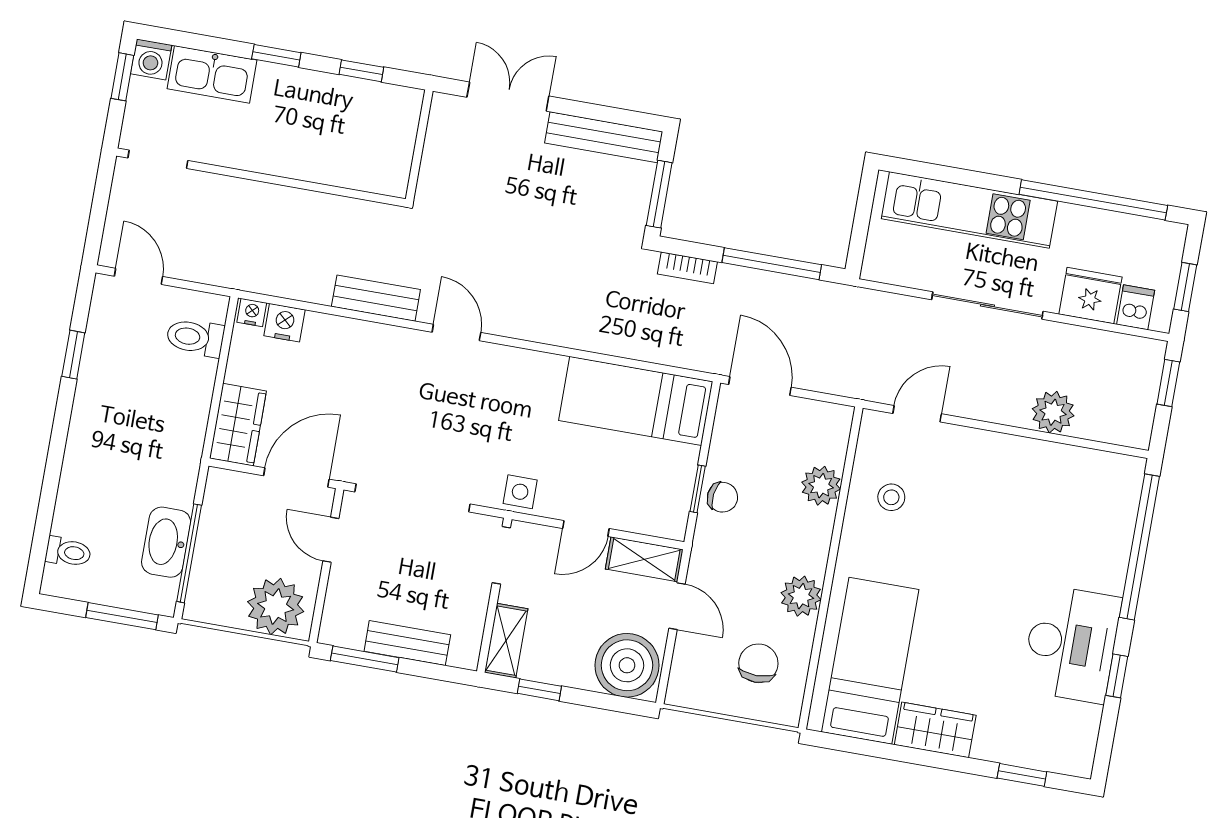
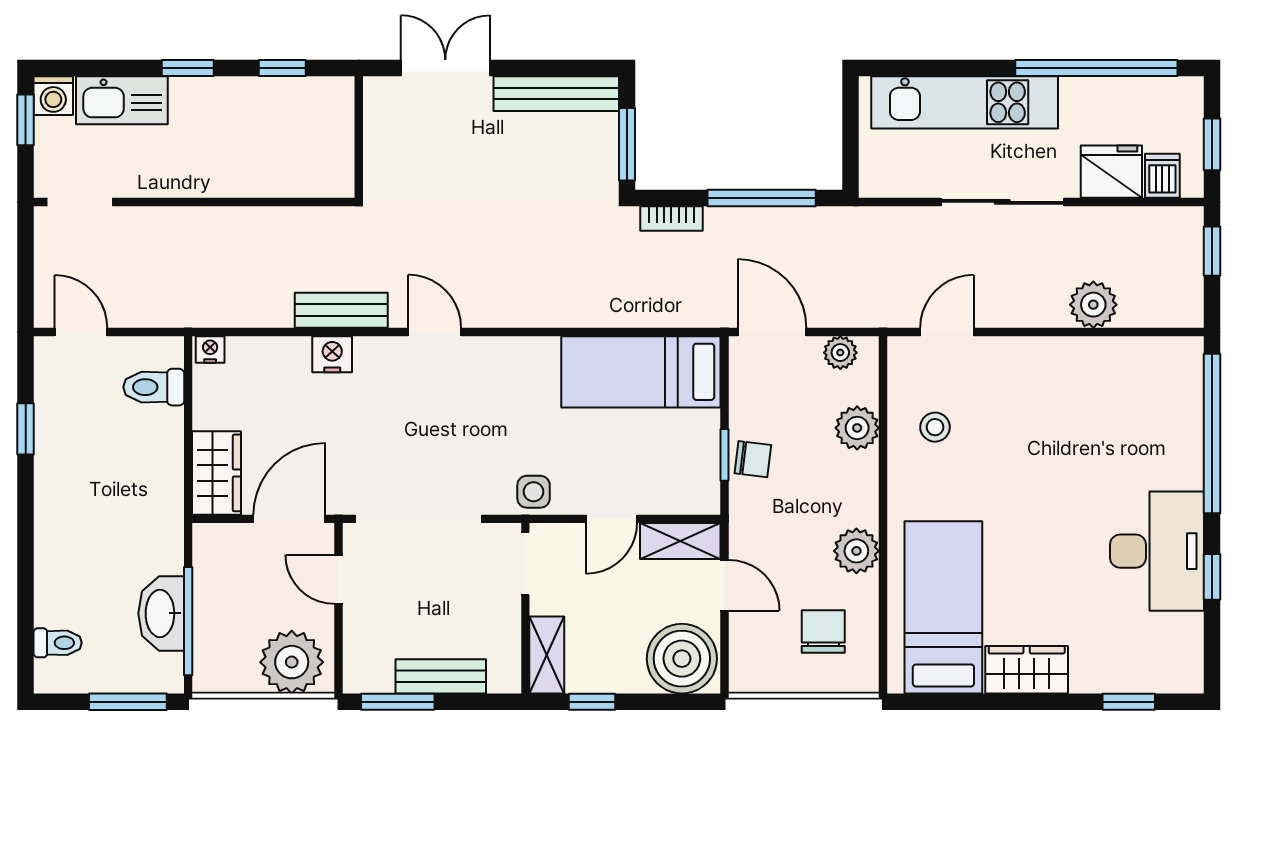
nightstand: (285, 323) -> (332, 354), moved
plant: (818, 415) -> (840, 353), added

